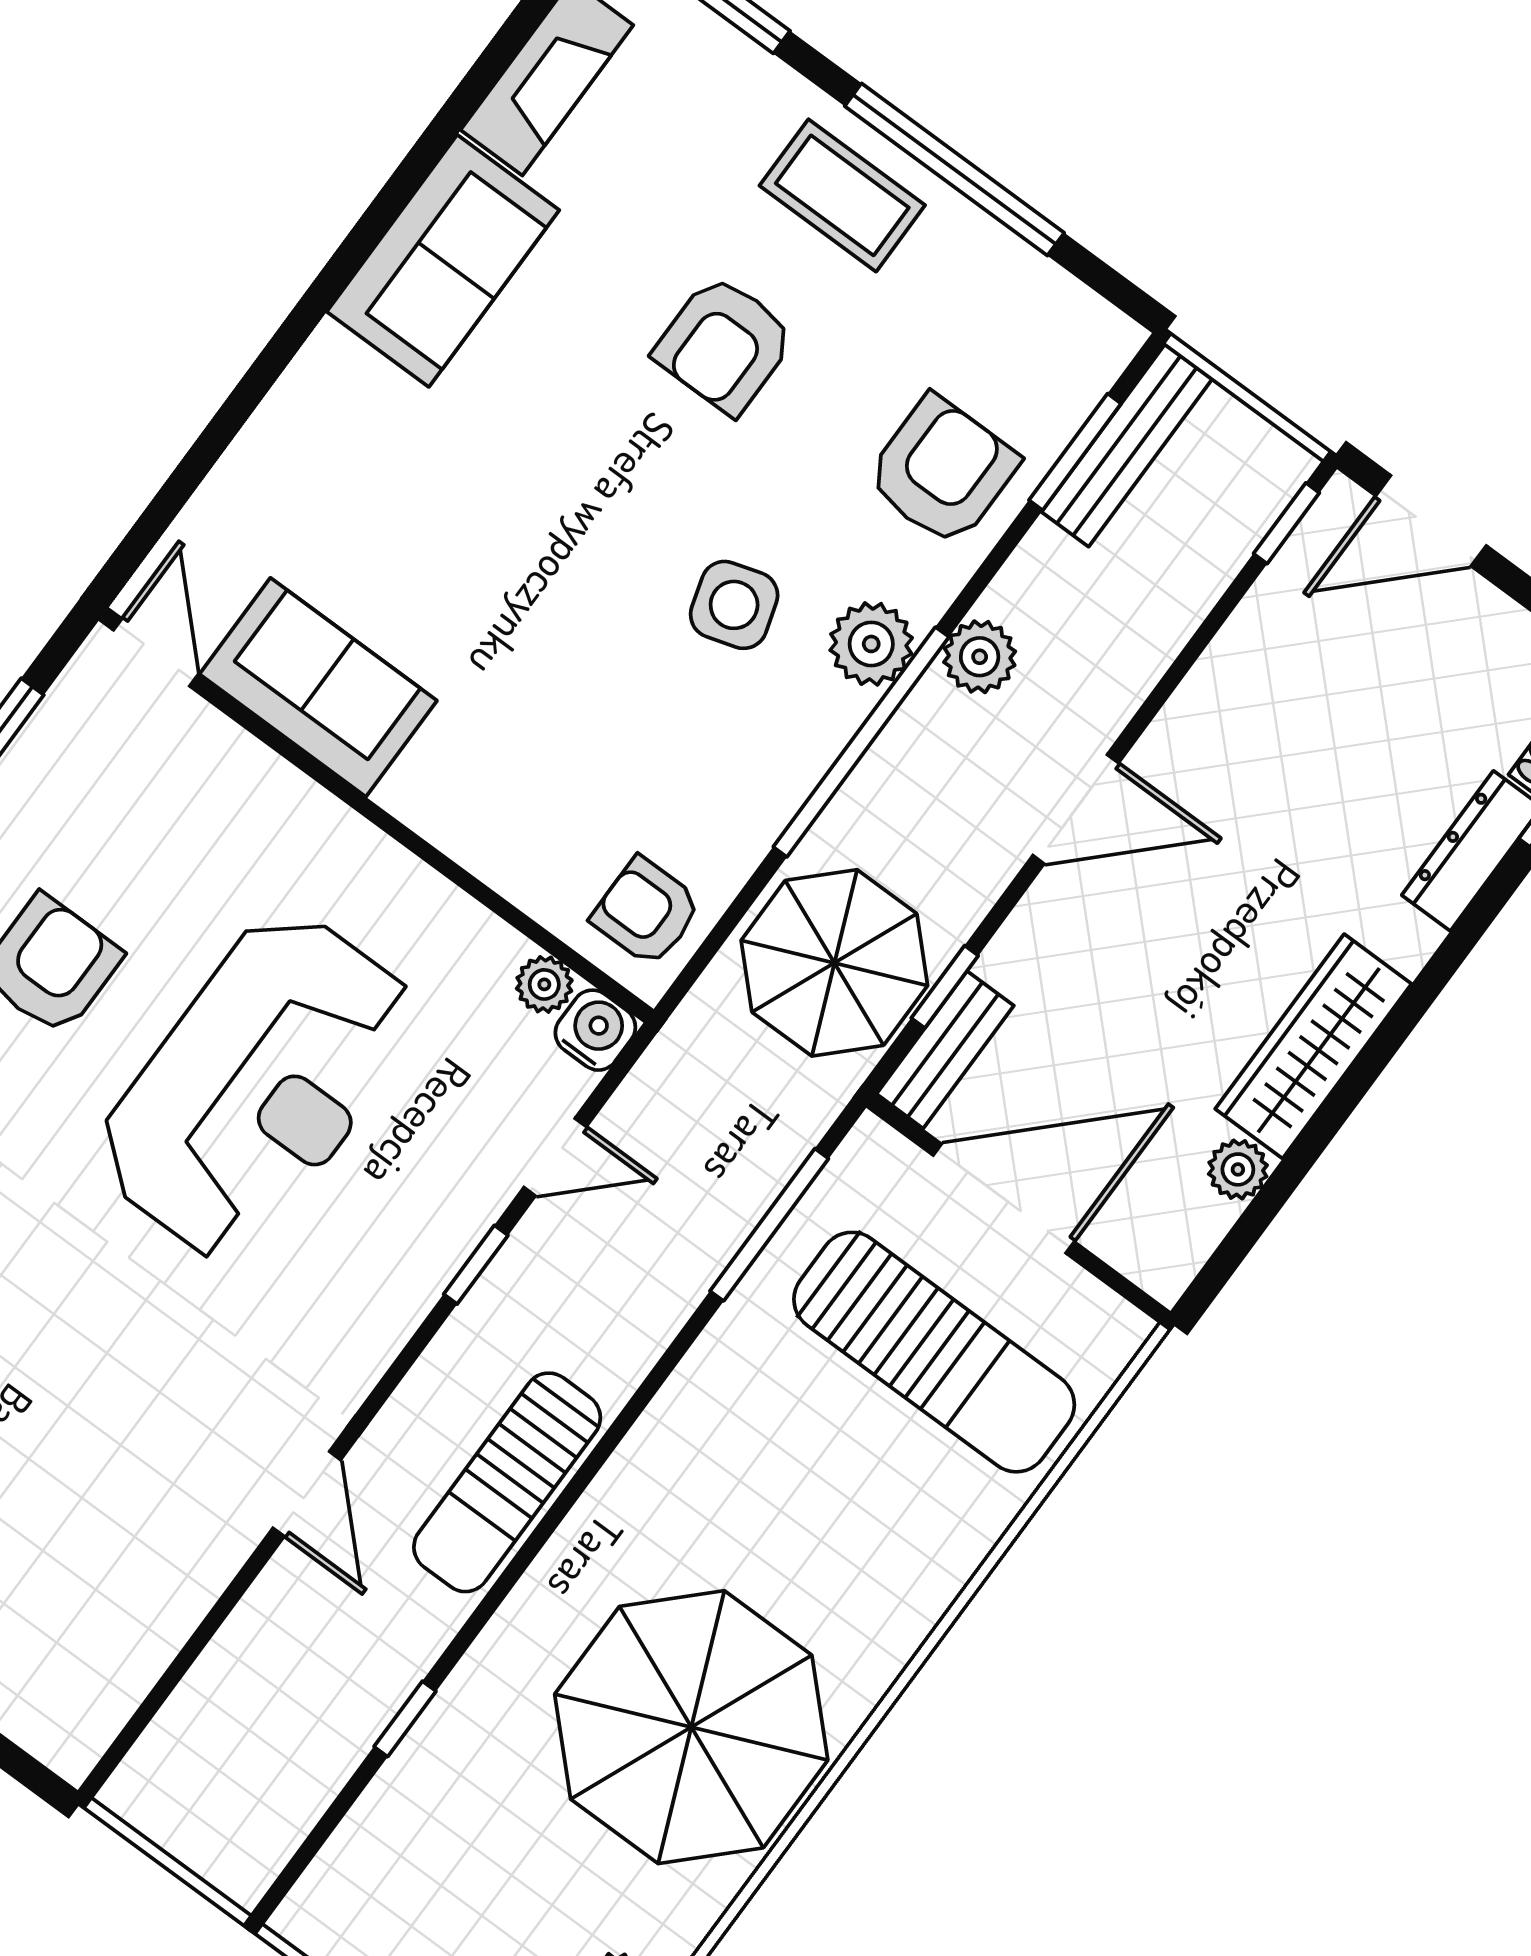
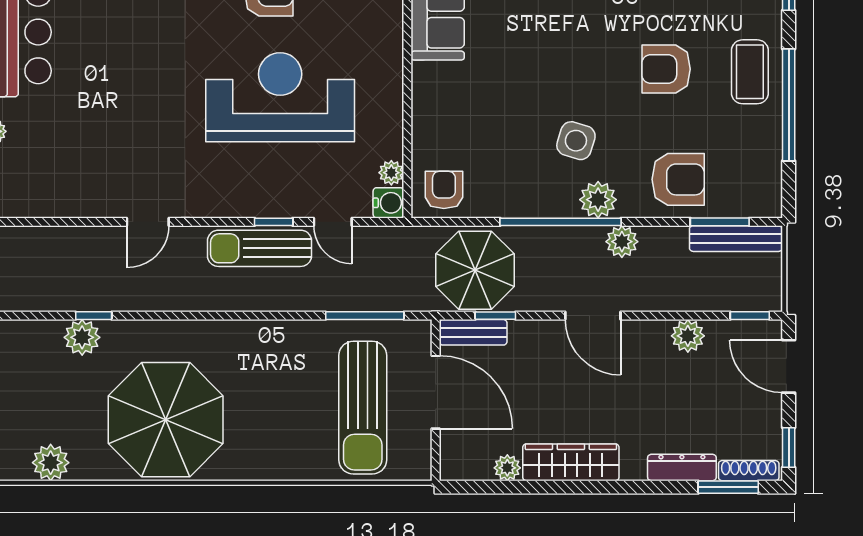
side table: (734, 605) -> (576, 141), turned 34
plant: (1240, 663) -> (688, 336), added
reception desk: (258, 1086) -> (280, 97), turned 180
sun lounger: (507, 1482) -> (259, 248), moved
plant: (429, 1769) -> (82, 337), added

